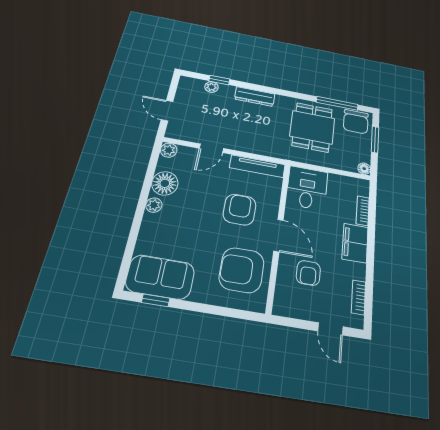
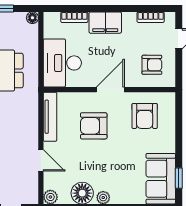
desk: (307, 188) -> (62, 63), width x1.37
armchair: (242, 270) -> (145, 116), width x0.73, depth x0.73
armchair: (308, 273) -> (152, 65), moved

